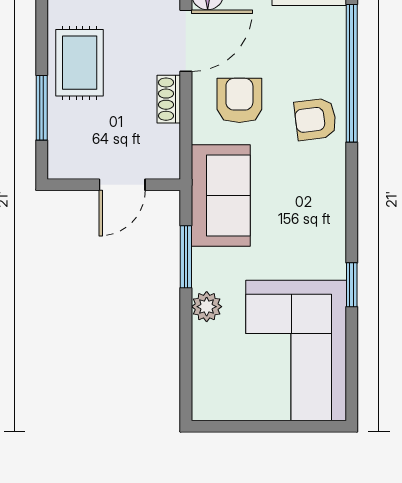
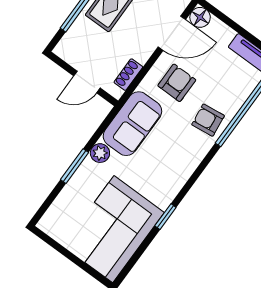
shoe rack: (169, 99) -> (128, 75), moved
window: (186, 257) -> (75, 166), moved
plant: (207, 307) -> (100, 153), moved

